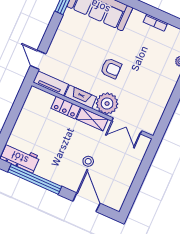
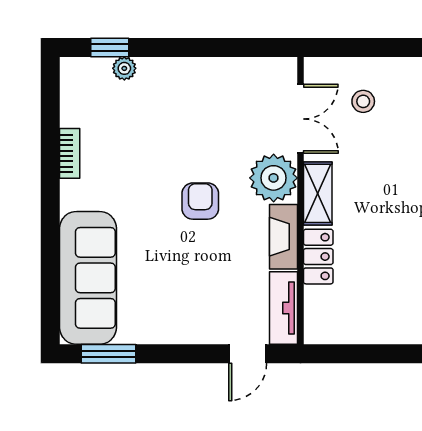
stool: (88, 161) -> (363, 101), moved

